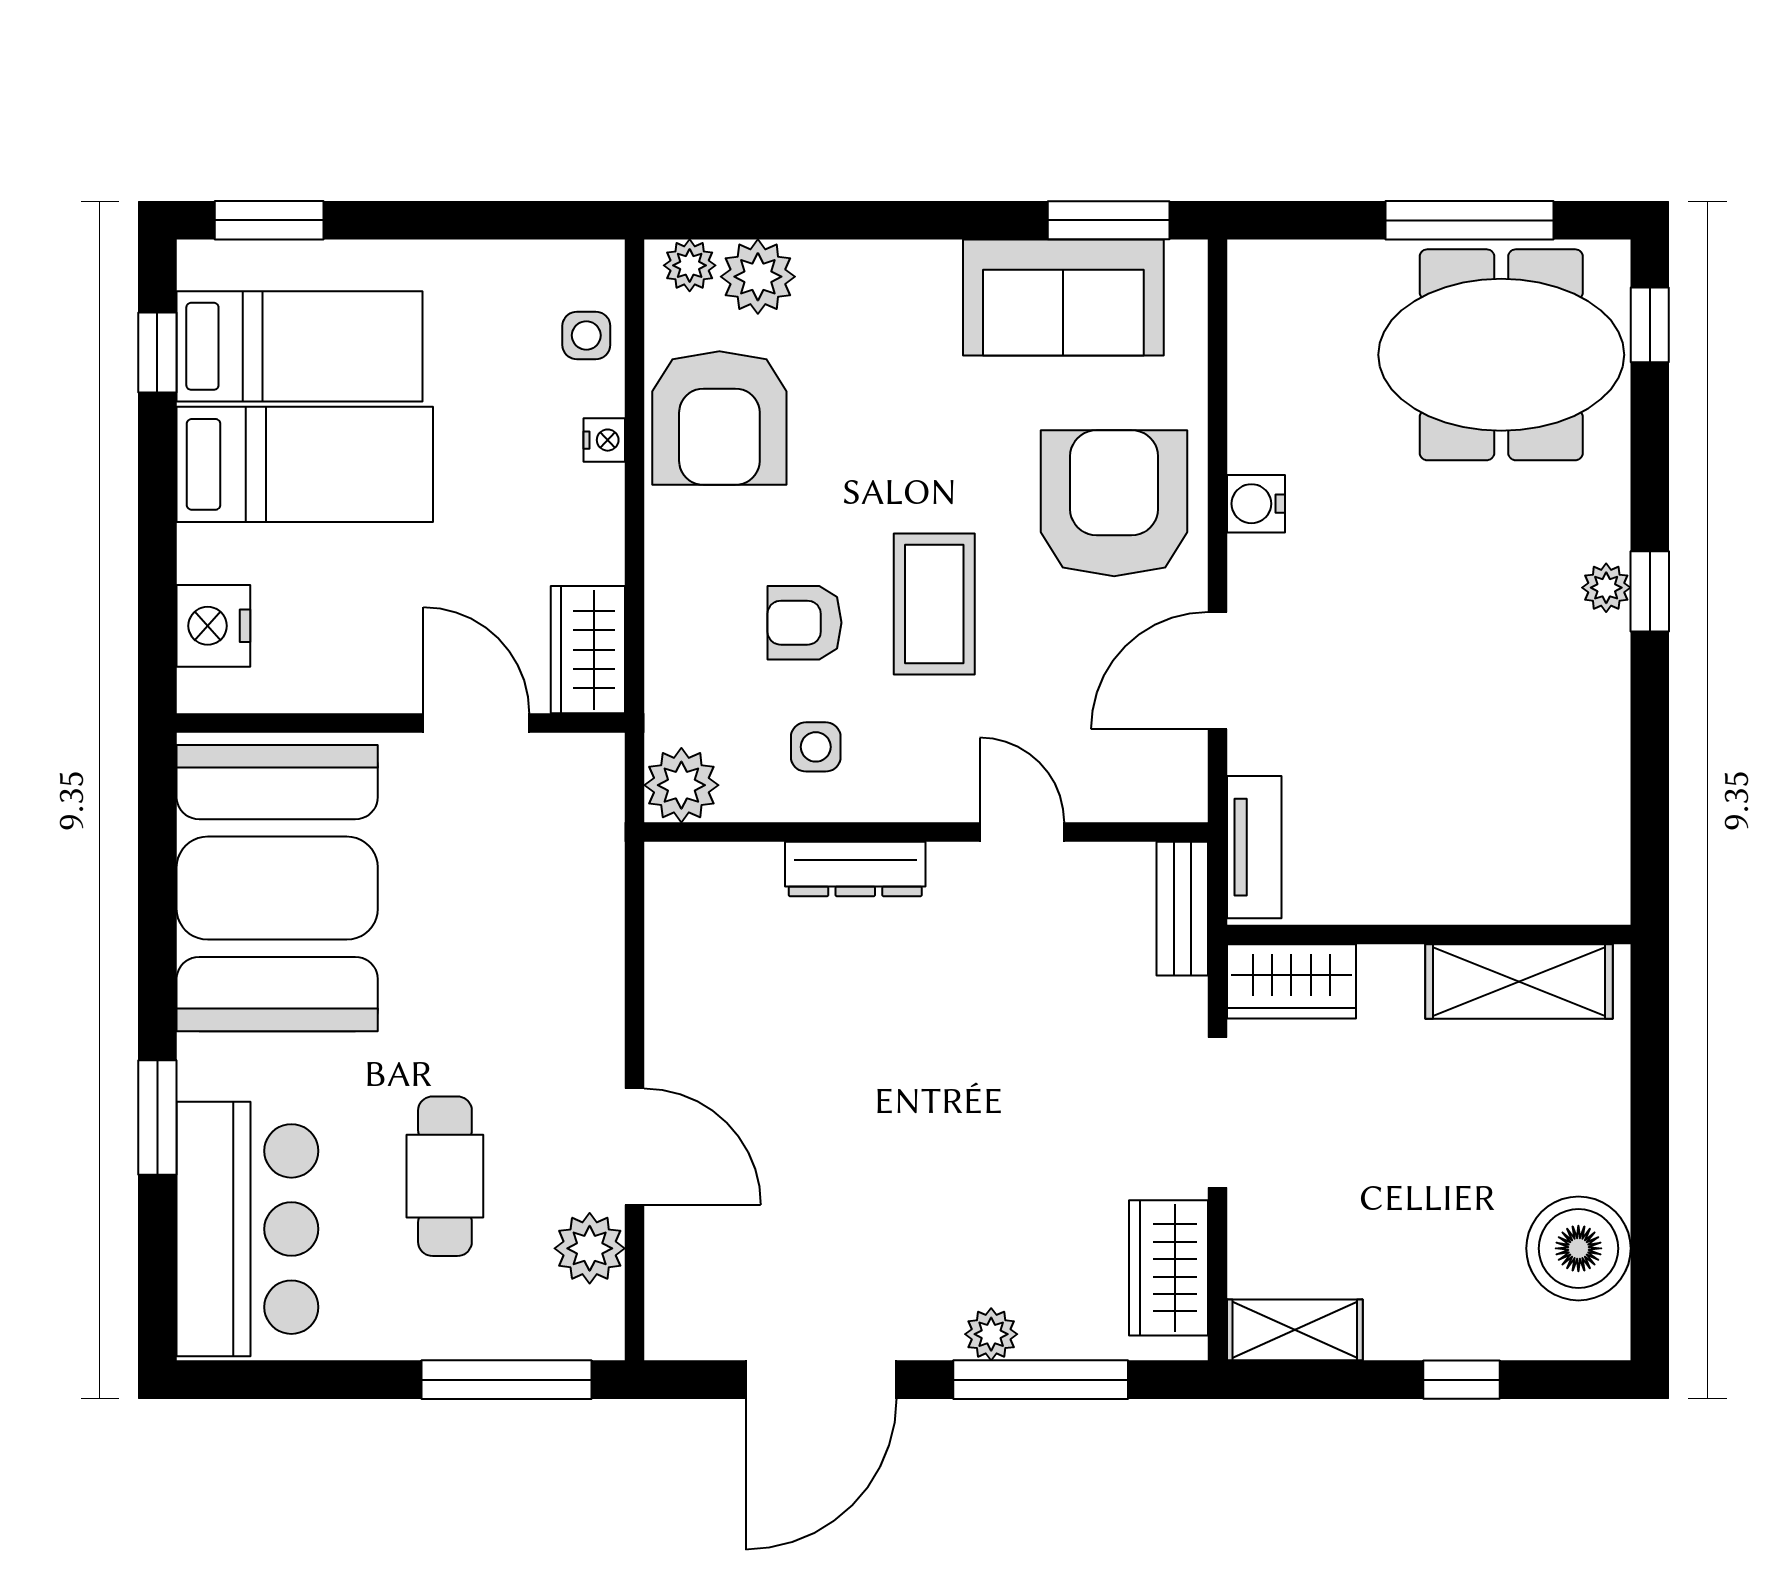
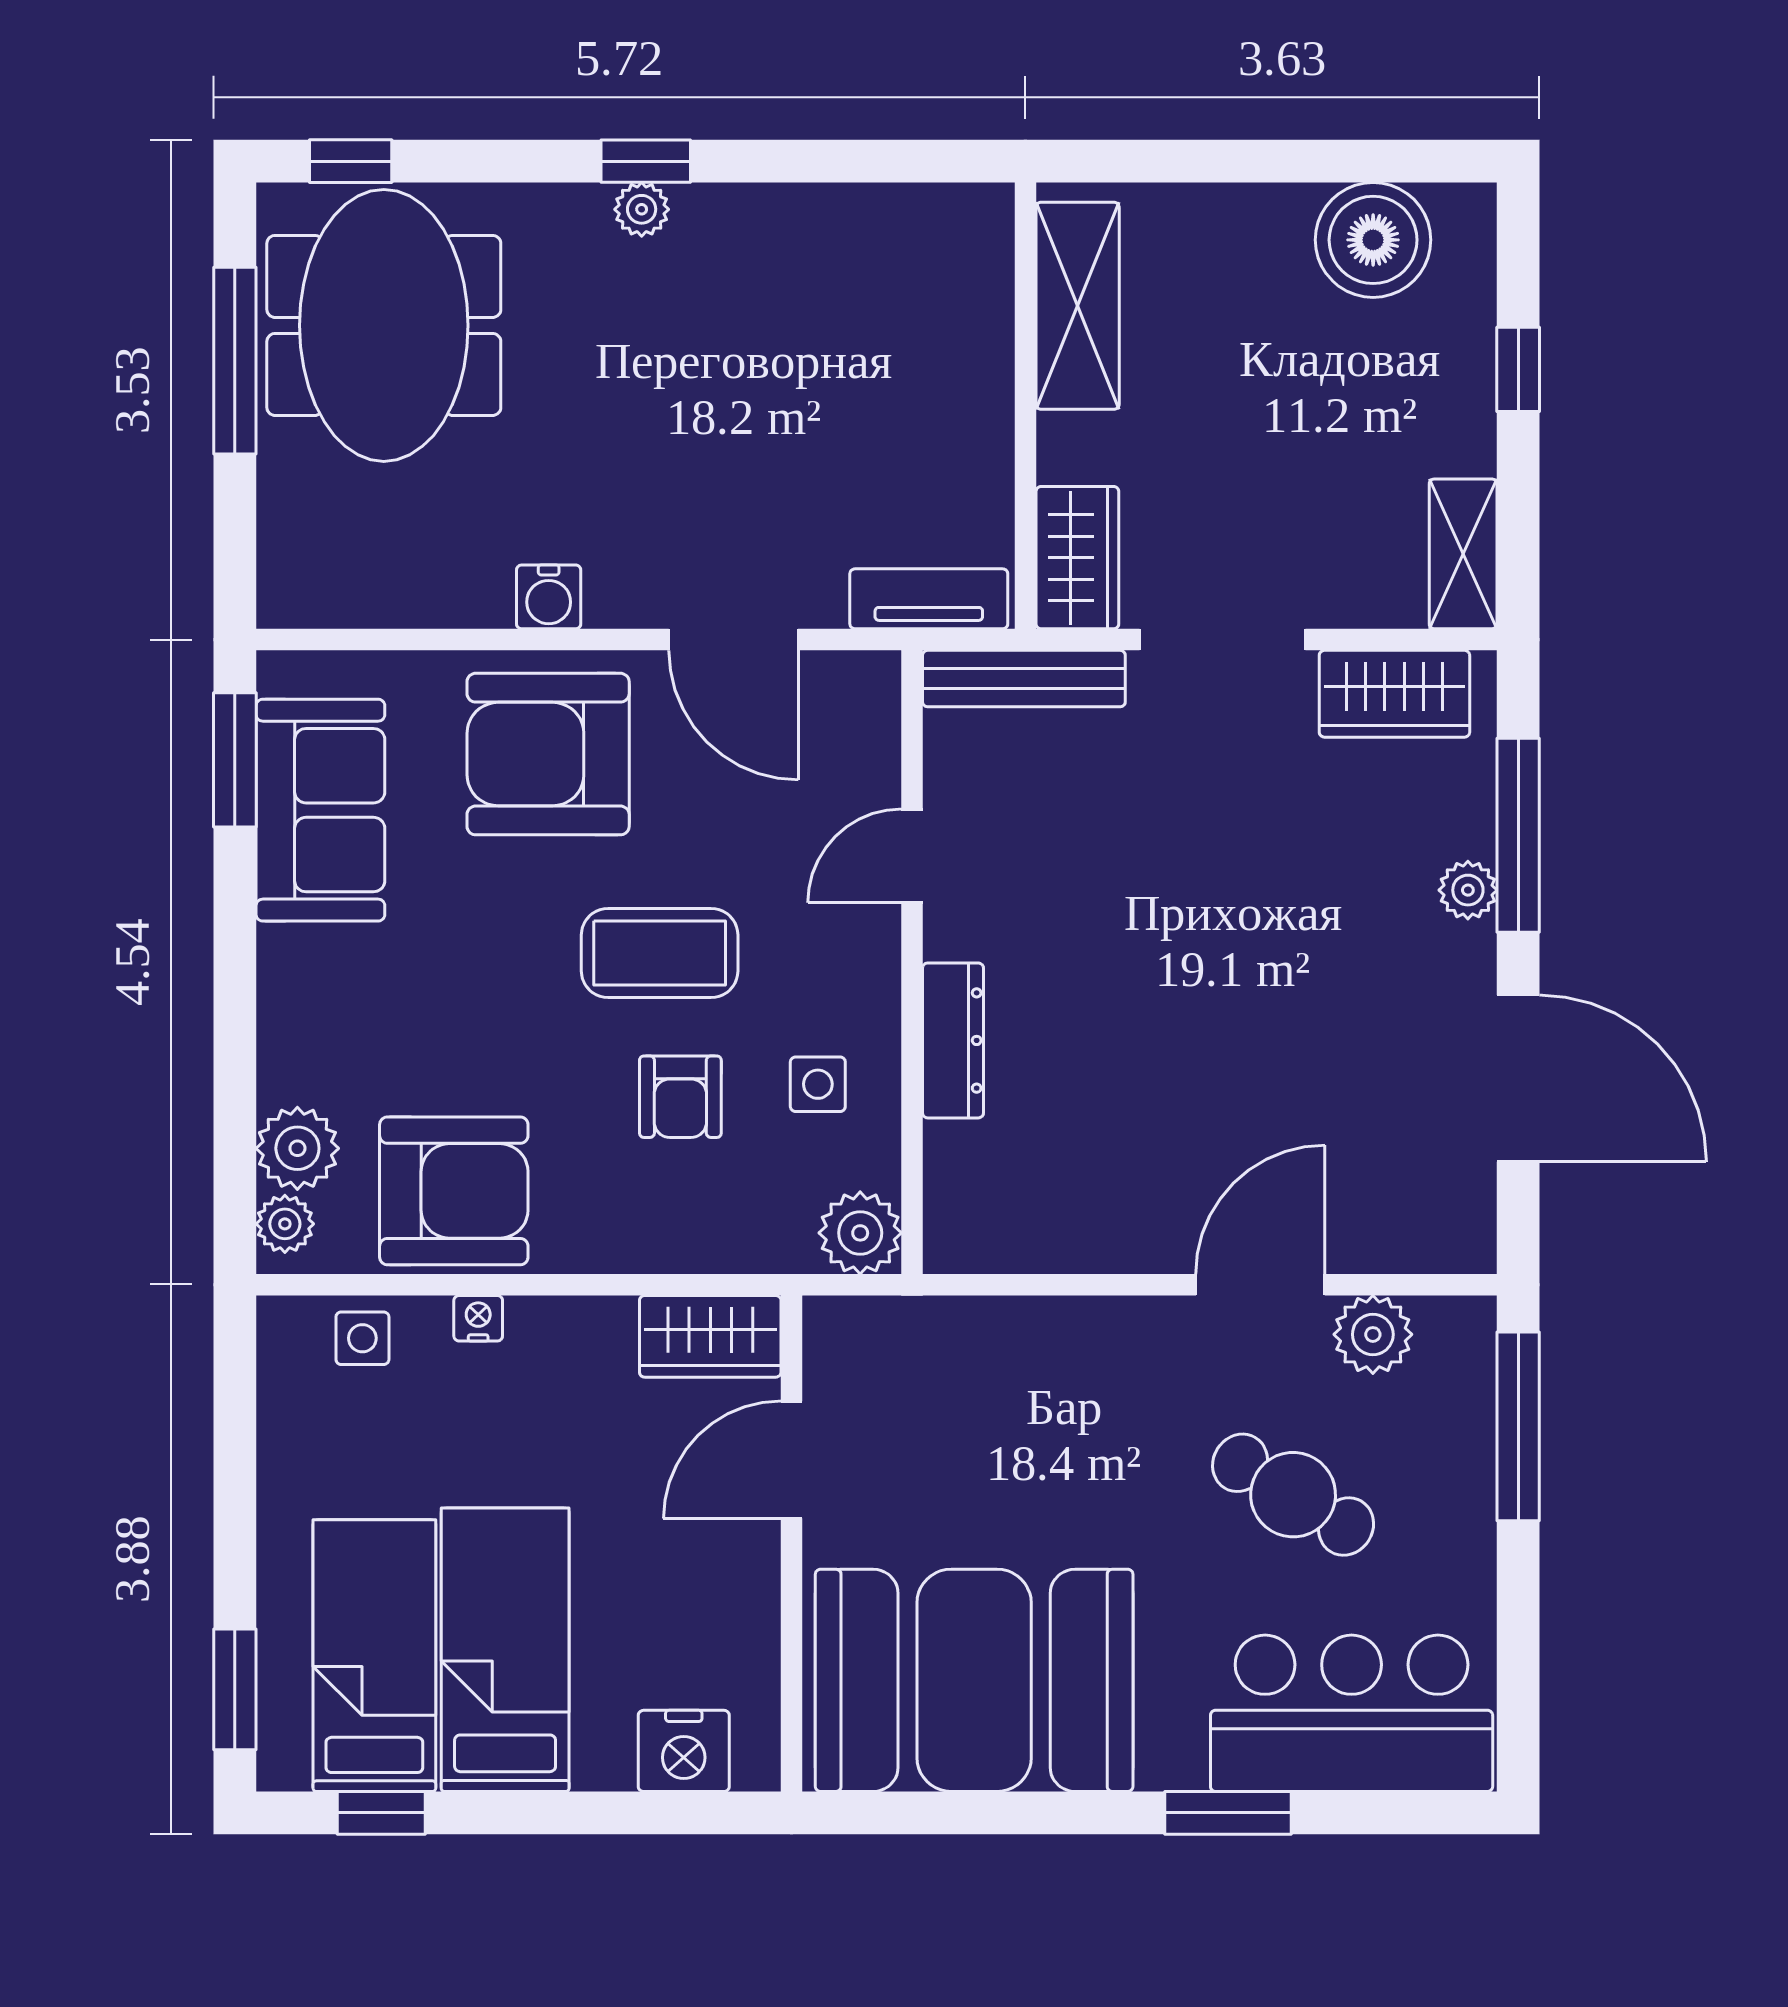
bench: (1182, 909) -> (1024, 679), width x1.36
cafe table: (445, 1176) -> (1293, 1495), turned 31

